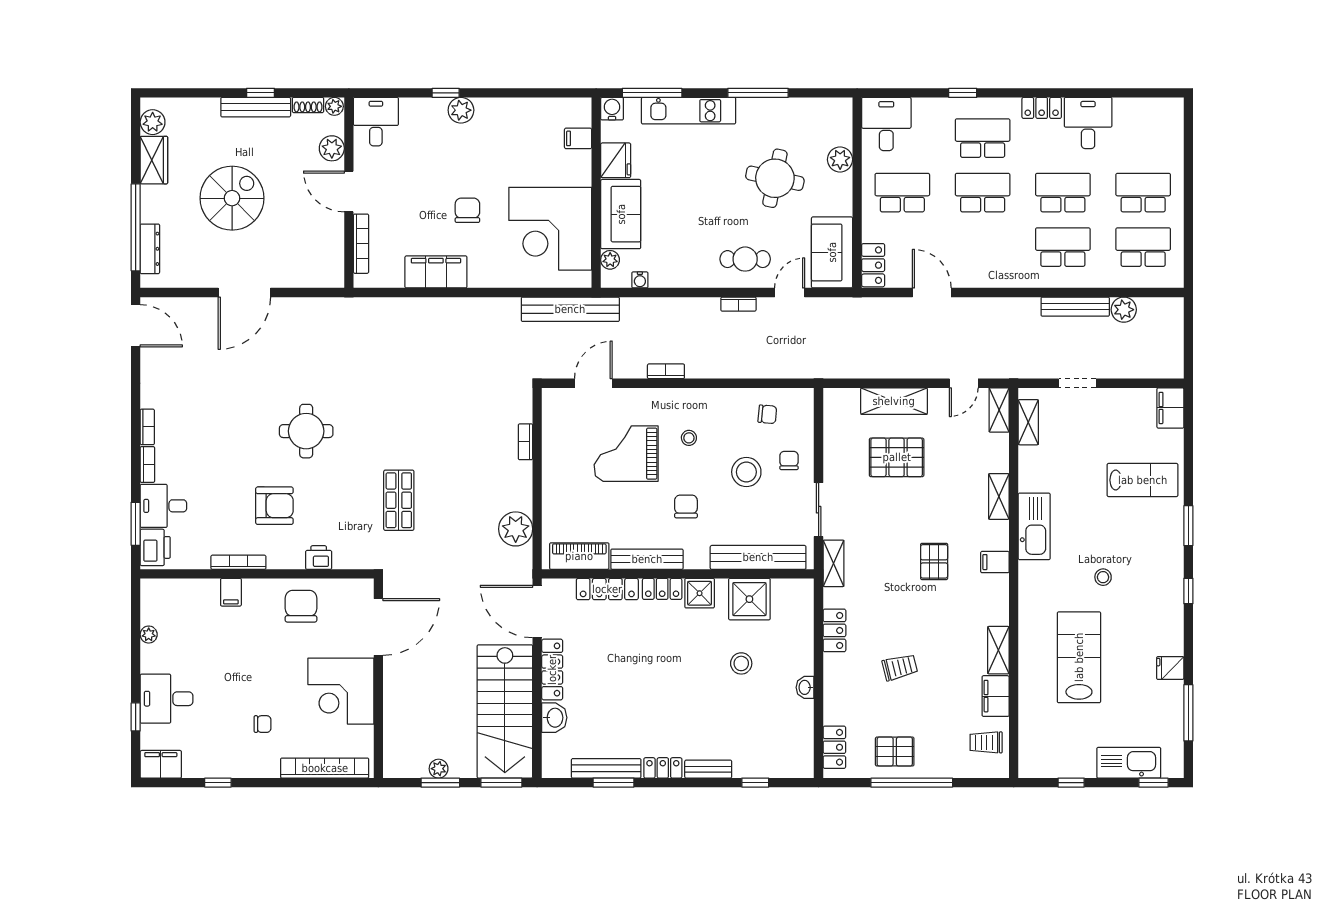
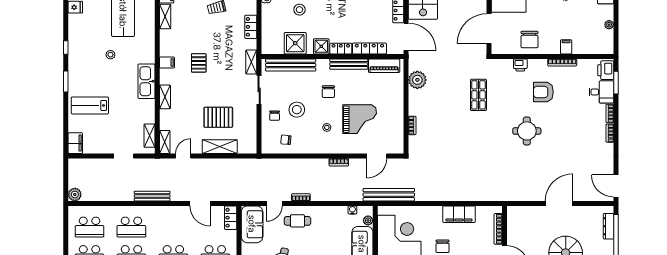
bench: (1075, 307) -> (152, 196), moved
plant: (1124, 310) -> (75, 194), moved

